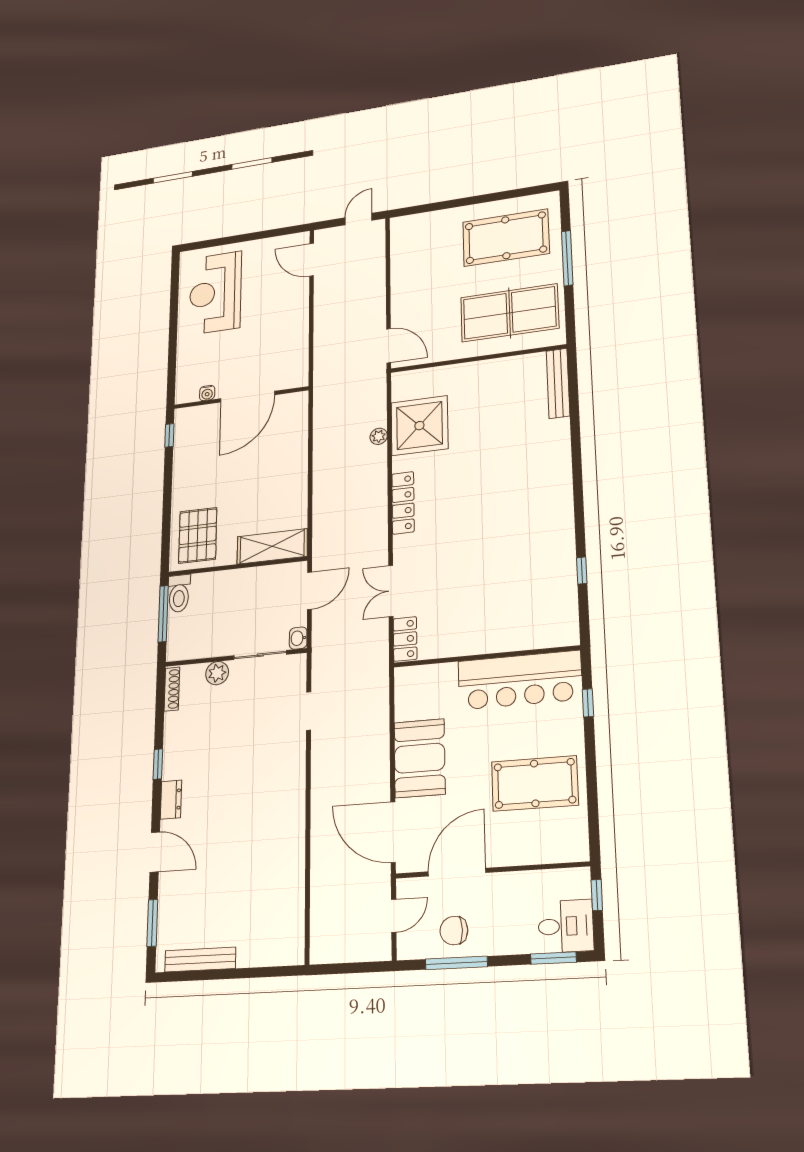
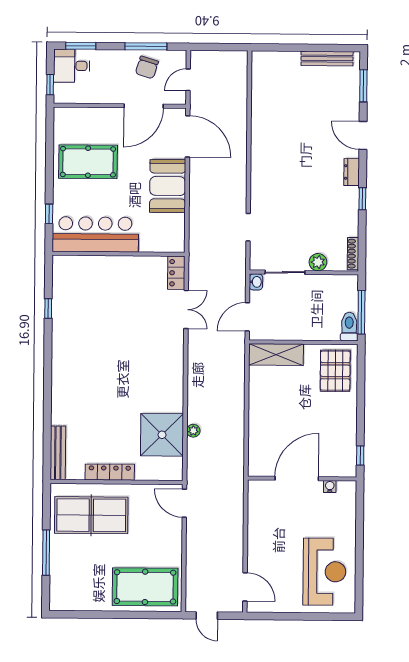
door: (358, 219) -> (207, 616), hinge flipped
pool table: (506, 238) -> (145, 587), moved
locker: (403, 503) -> (110, 472), moved, turned 90
chair: (454, 931) -> (147, 67), turned 107

